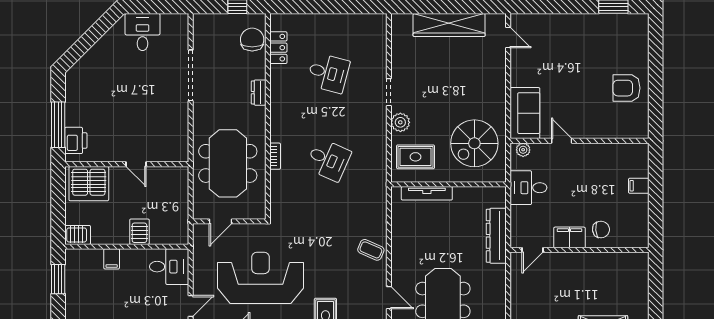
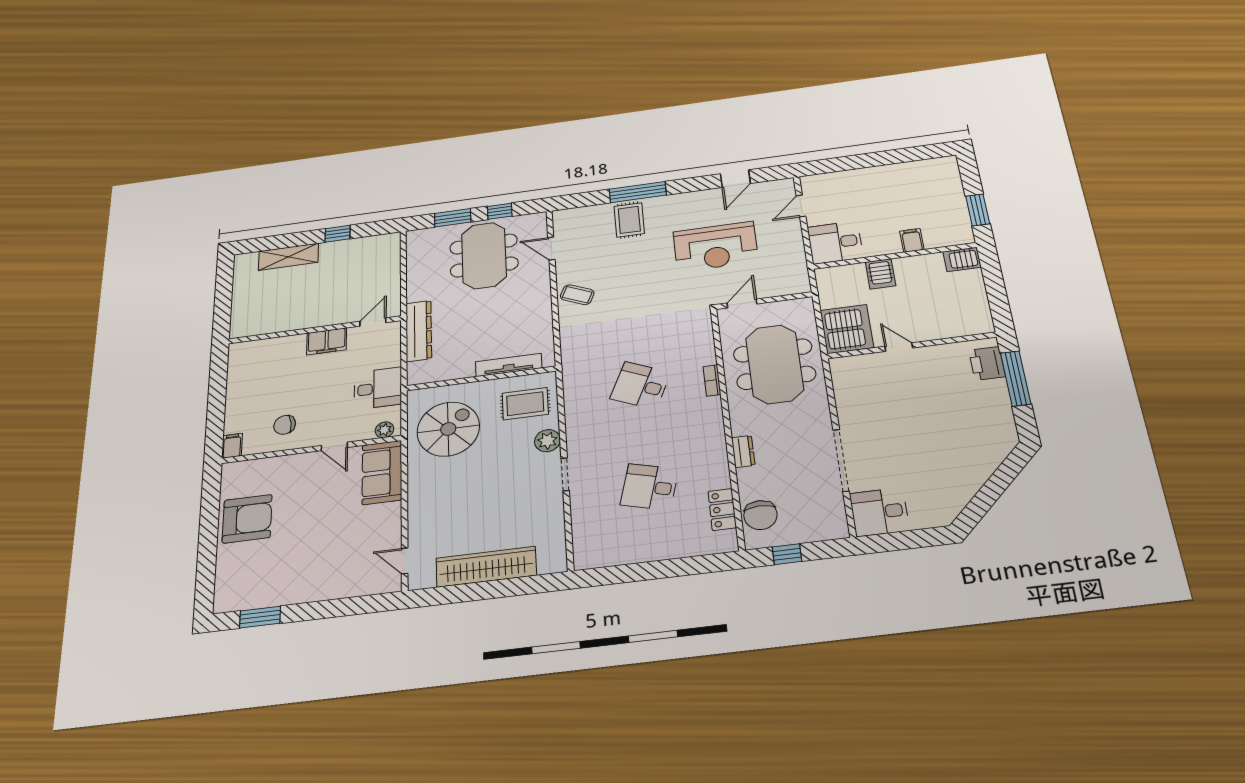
desk: (142, 32) -> (879, 512), moved, turned 90
armchair: (627, 88) -> (247, 519), width x1.36, depth x1.36
server rack: (89, 184) -> (847, 329), moved, turned 90
filing cabinet: (639, 186) -> (232, 446), moved, turned -90
door: (221, 221) -> (742, 303), moved
chair: (601, 230) -> (285, 425), moved
reception desk: (260, 278) -> (716, 247), width x0.74, depth x0.77

